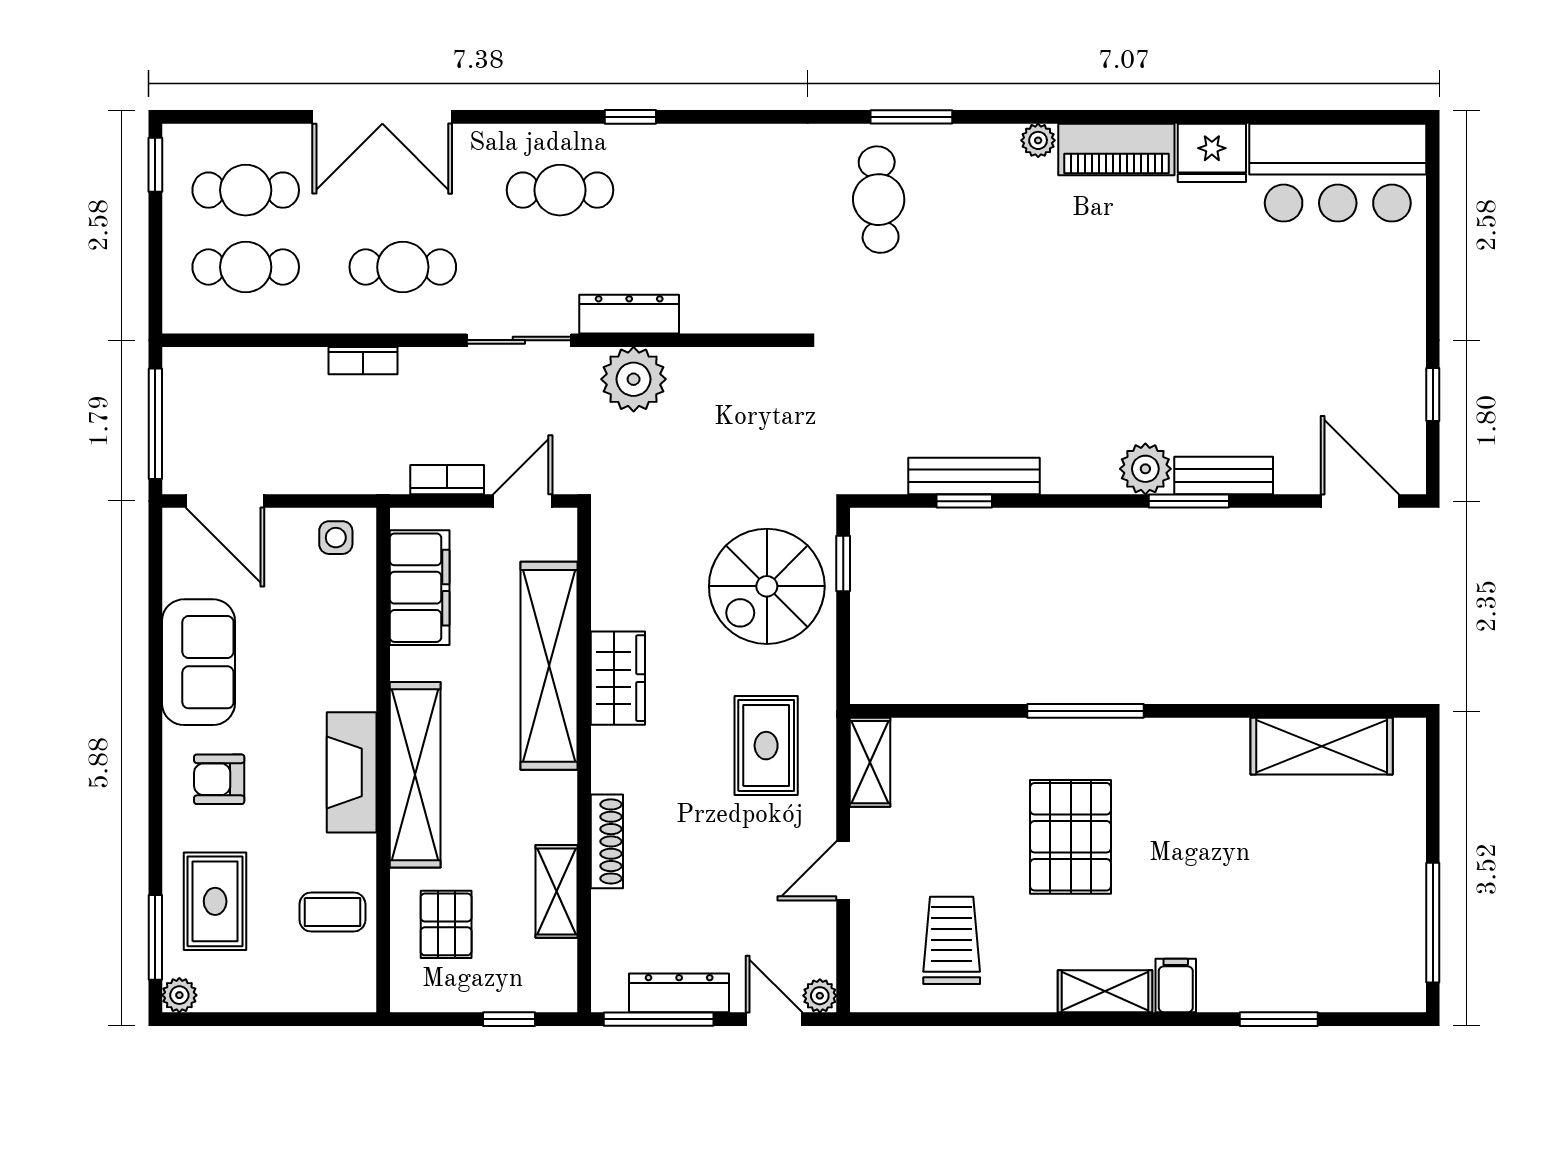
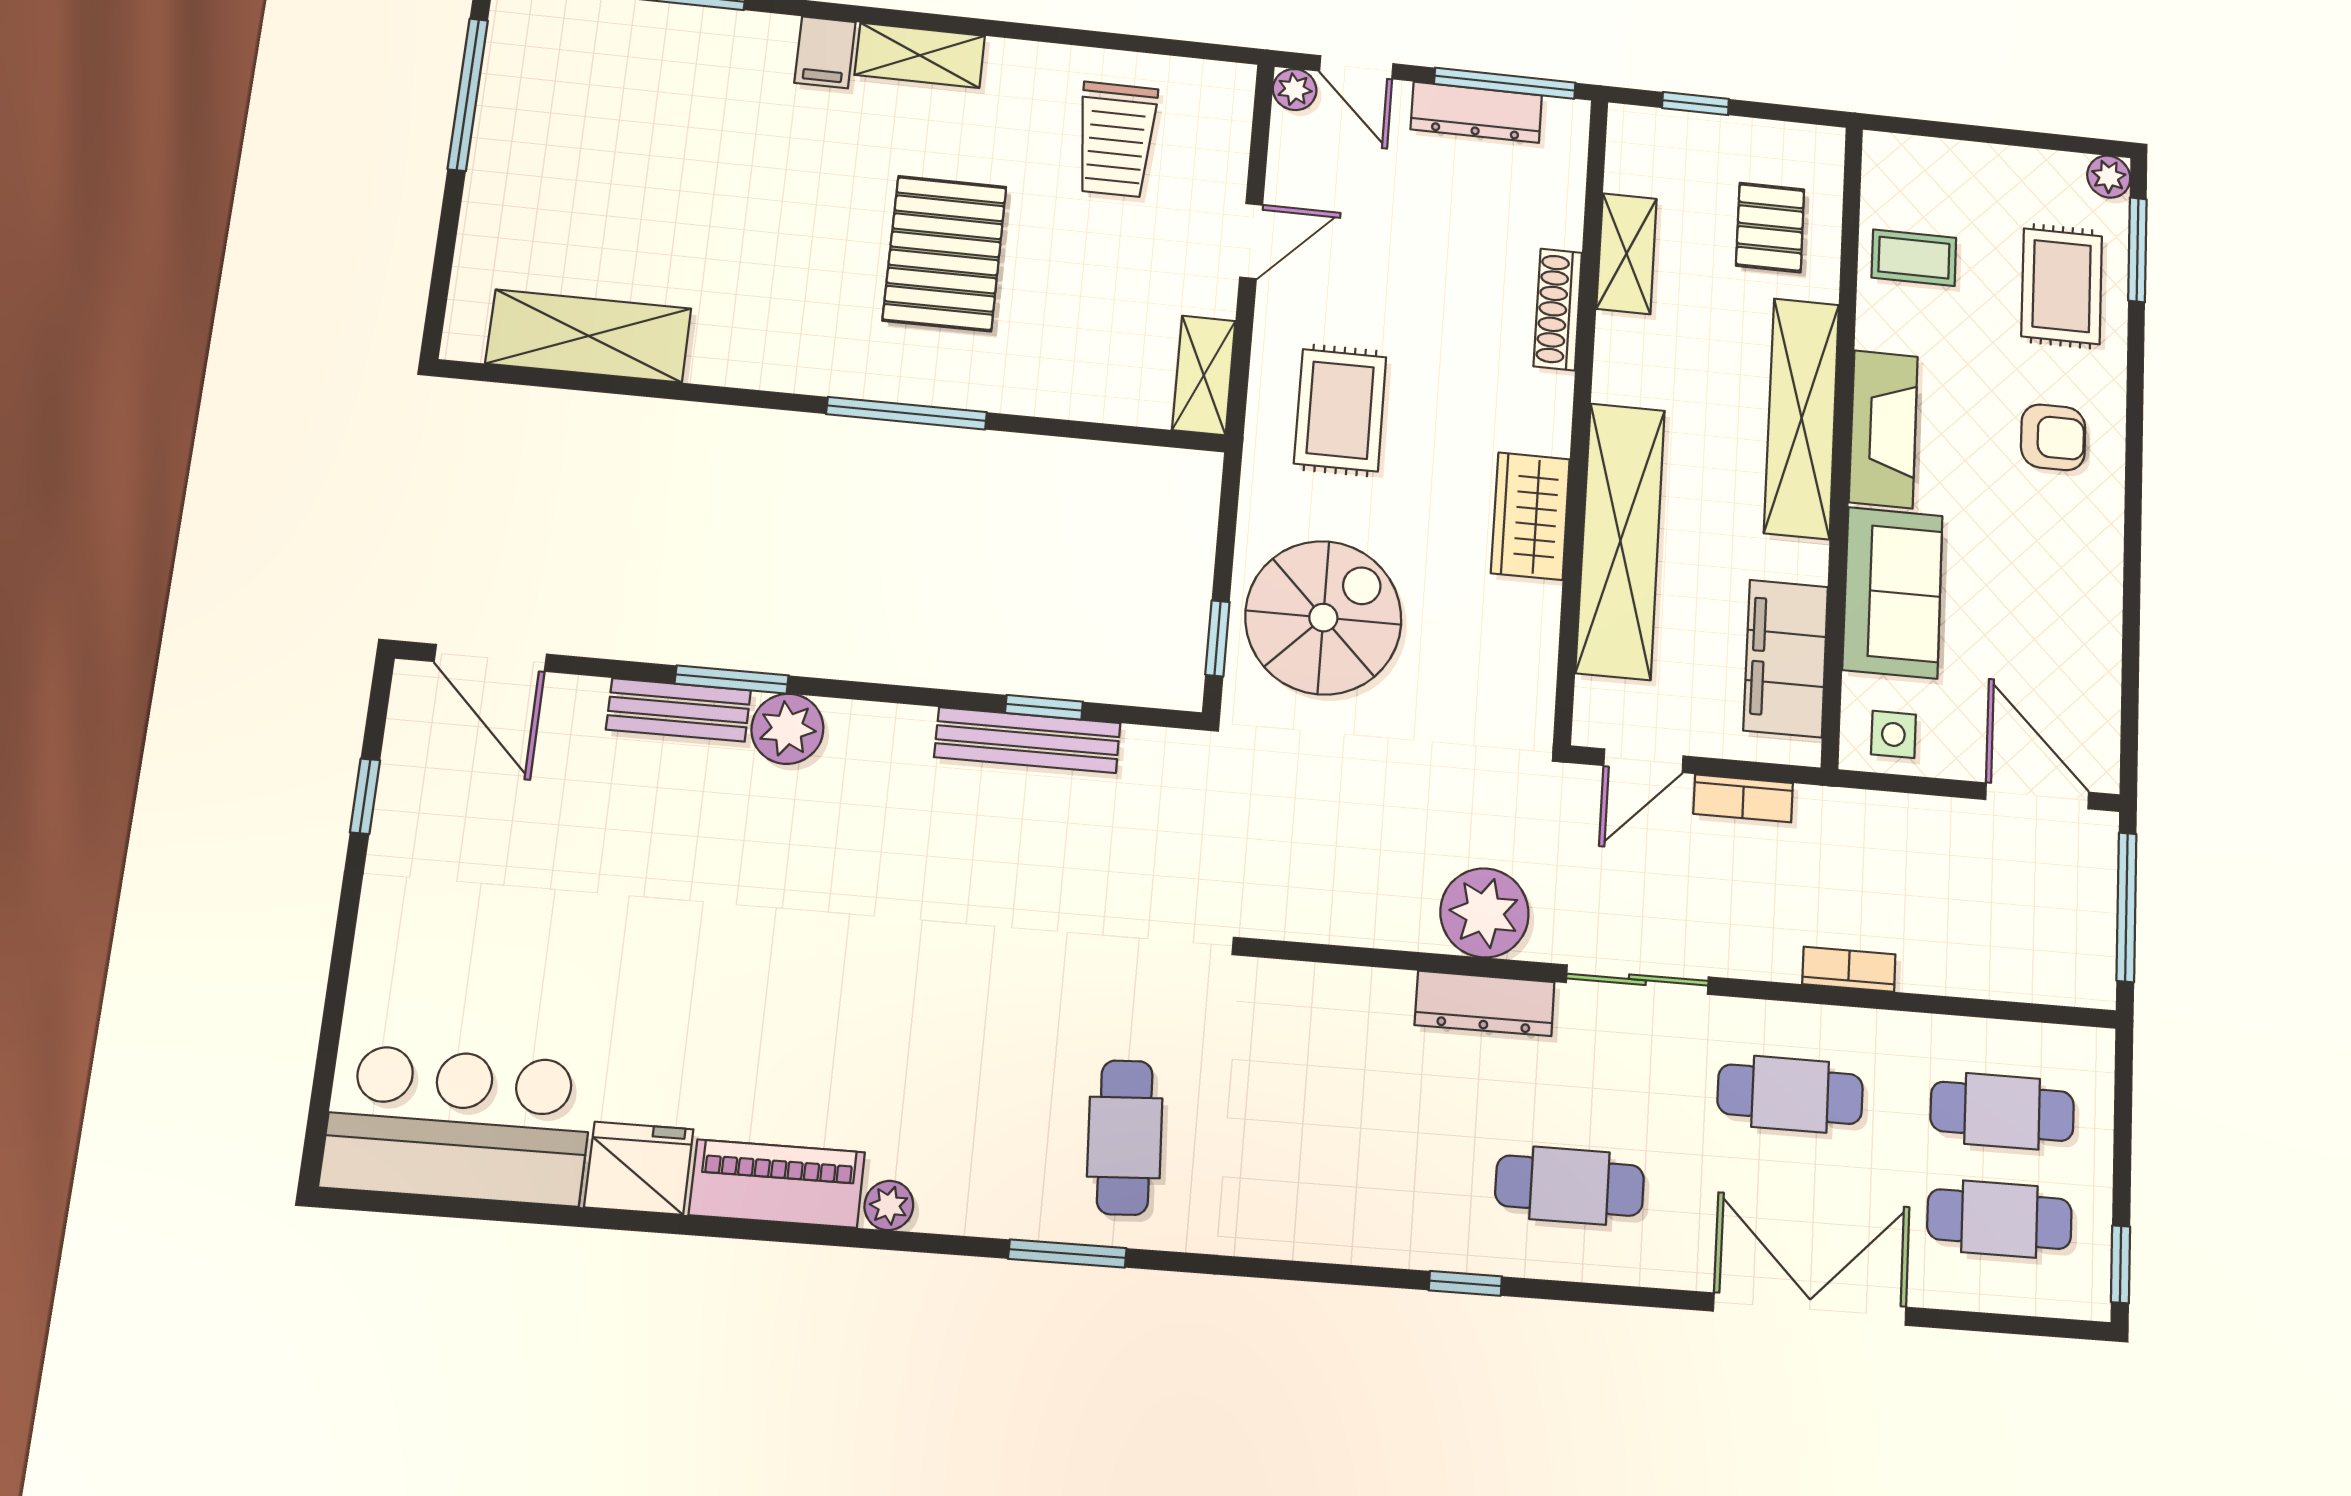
sofa: (198, 662) -> (1893, 593), moved, turned 180

